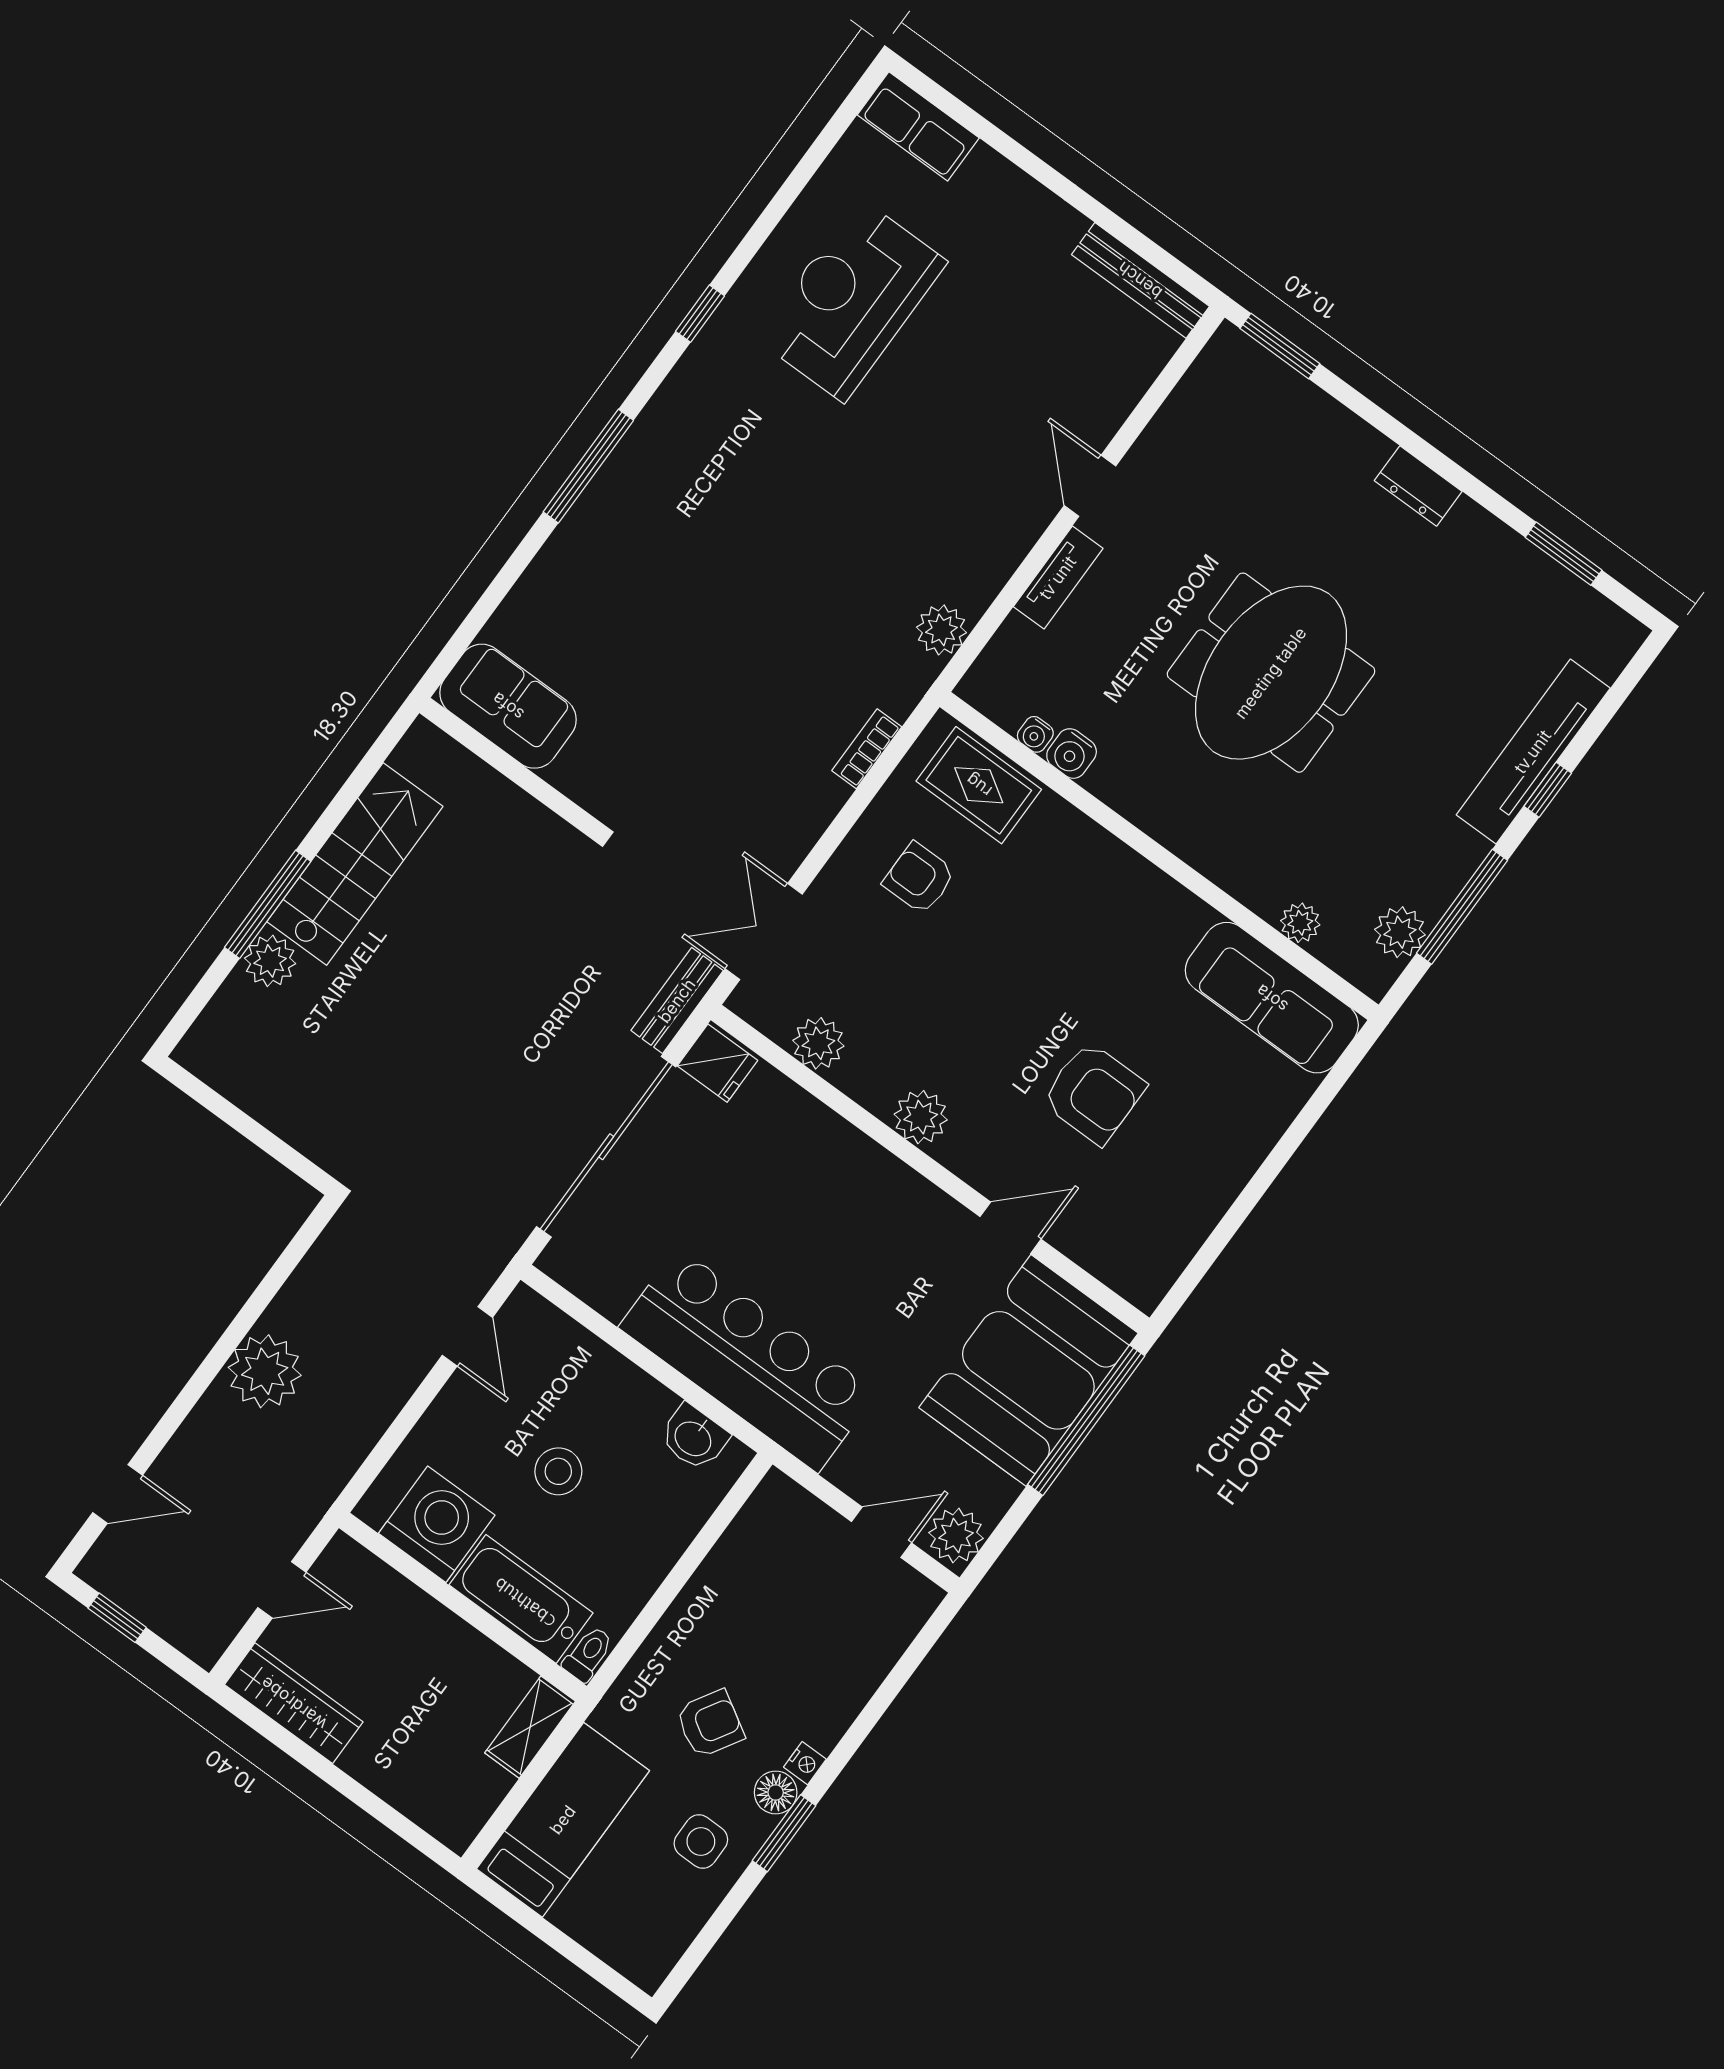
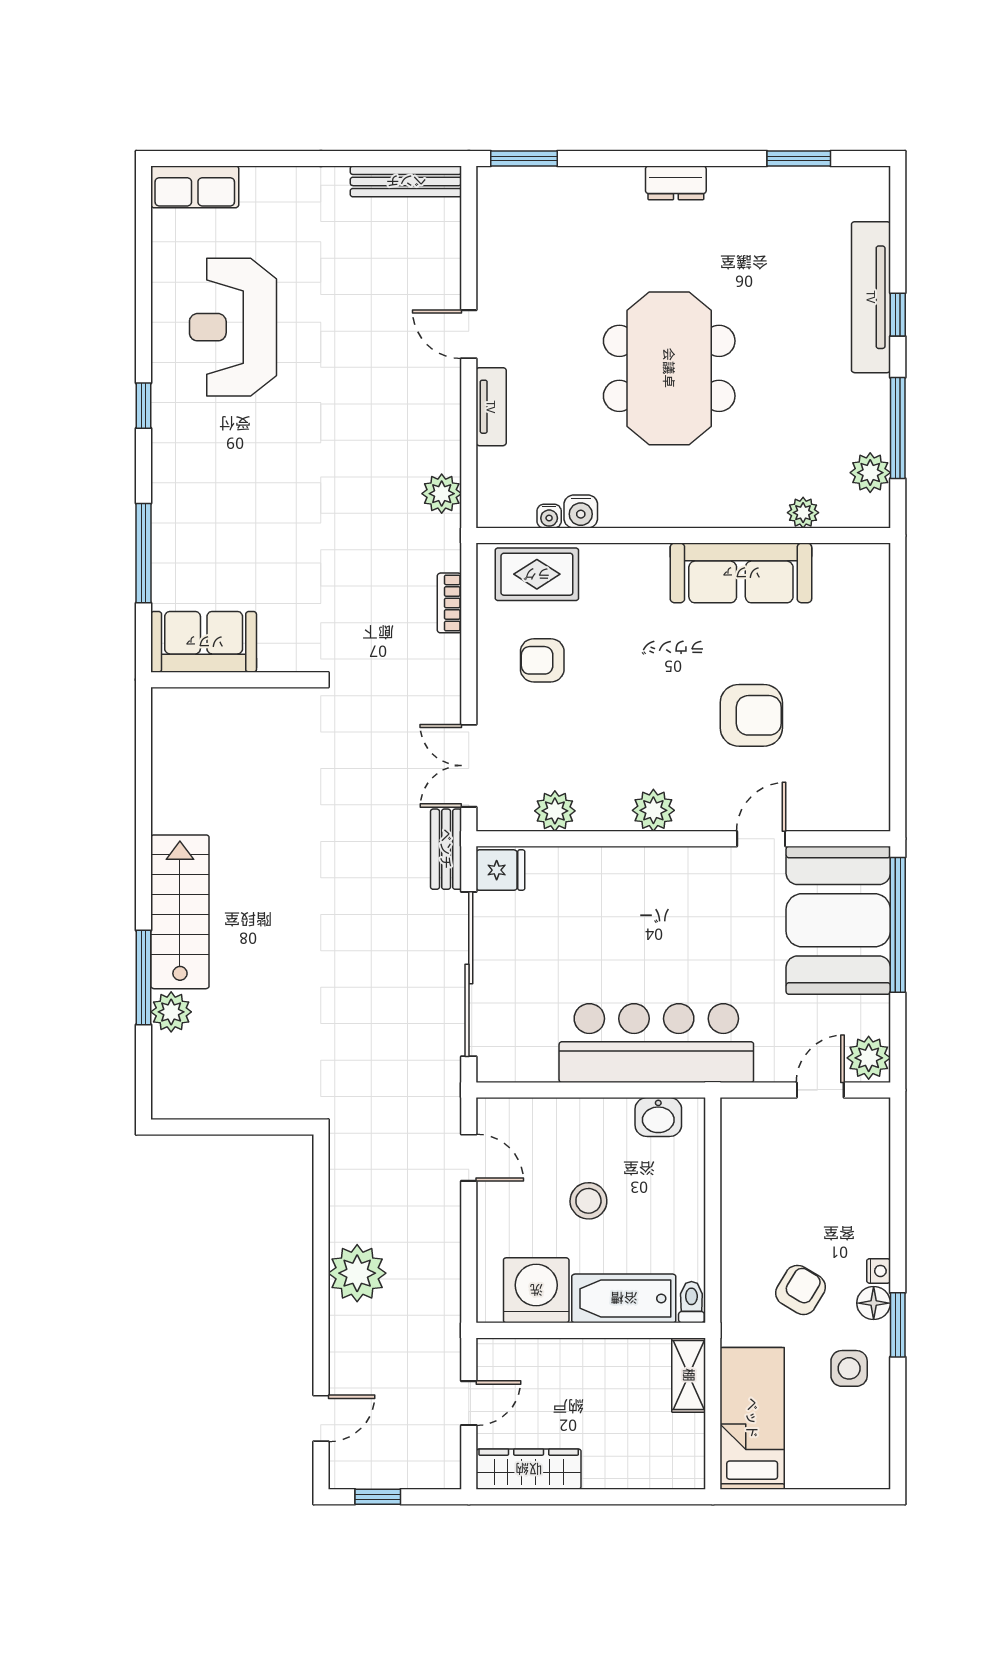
sofa: (508, 706) -> (204, 642), moved
wall: (509, 767) -> (232, 680), moved
sofa: (1272, 998) -> (741, 573), moved

